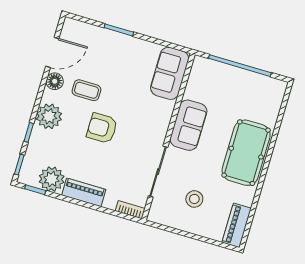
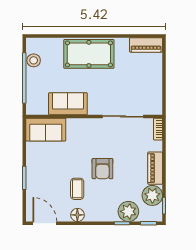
door: (52, 52) -> (45, 223), moved
plant: (49, 116) -> (128, 211), moved
sofa: (188, 125) -> (68, 104), moved
stool: (194, 199) -> (34, 60), moved

